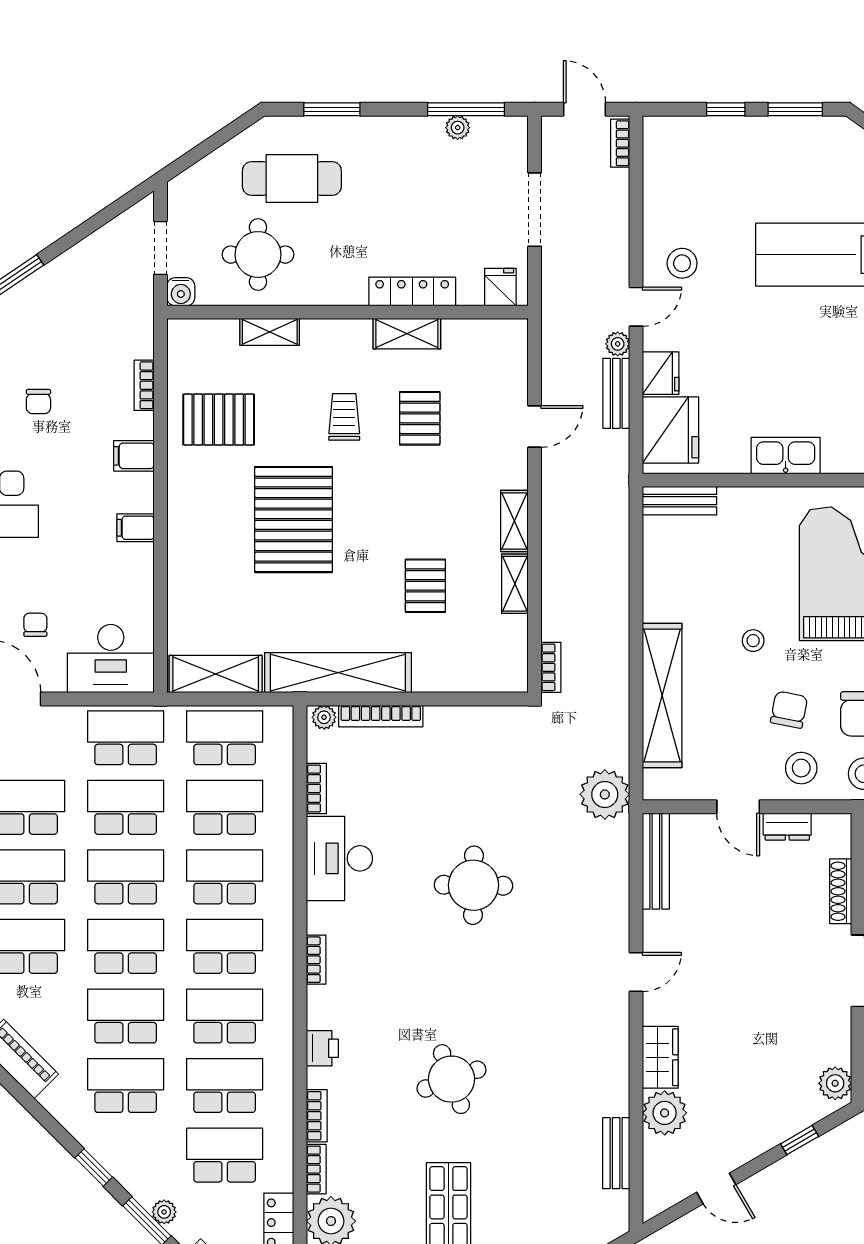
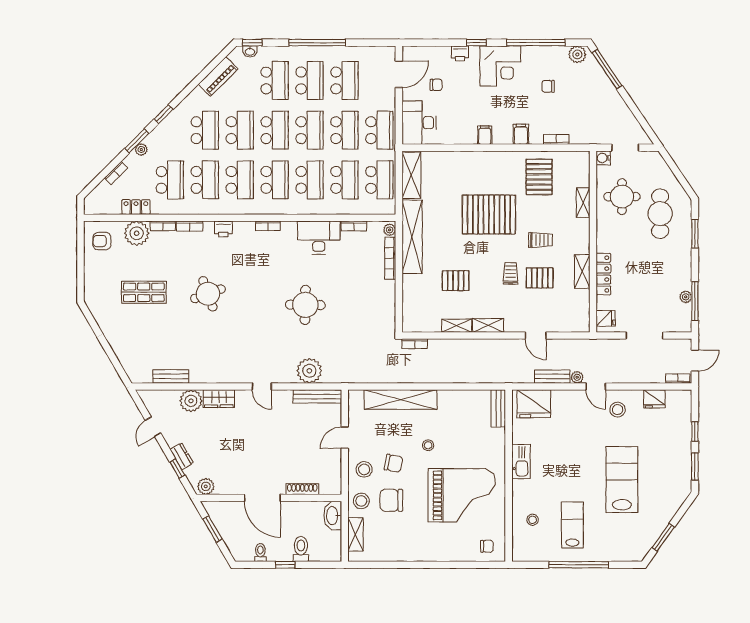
fridge: (661, 373) -> (654, 399), moved
trolley: (411, 476) -> (511, 273), added
plant: (605, 794) -> (309, 371), moved
dresser: (787, 827) -> (182, 456), moved, turned 150

